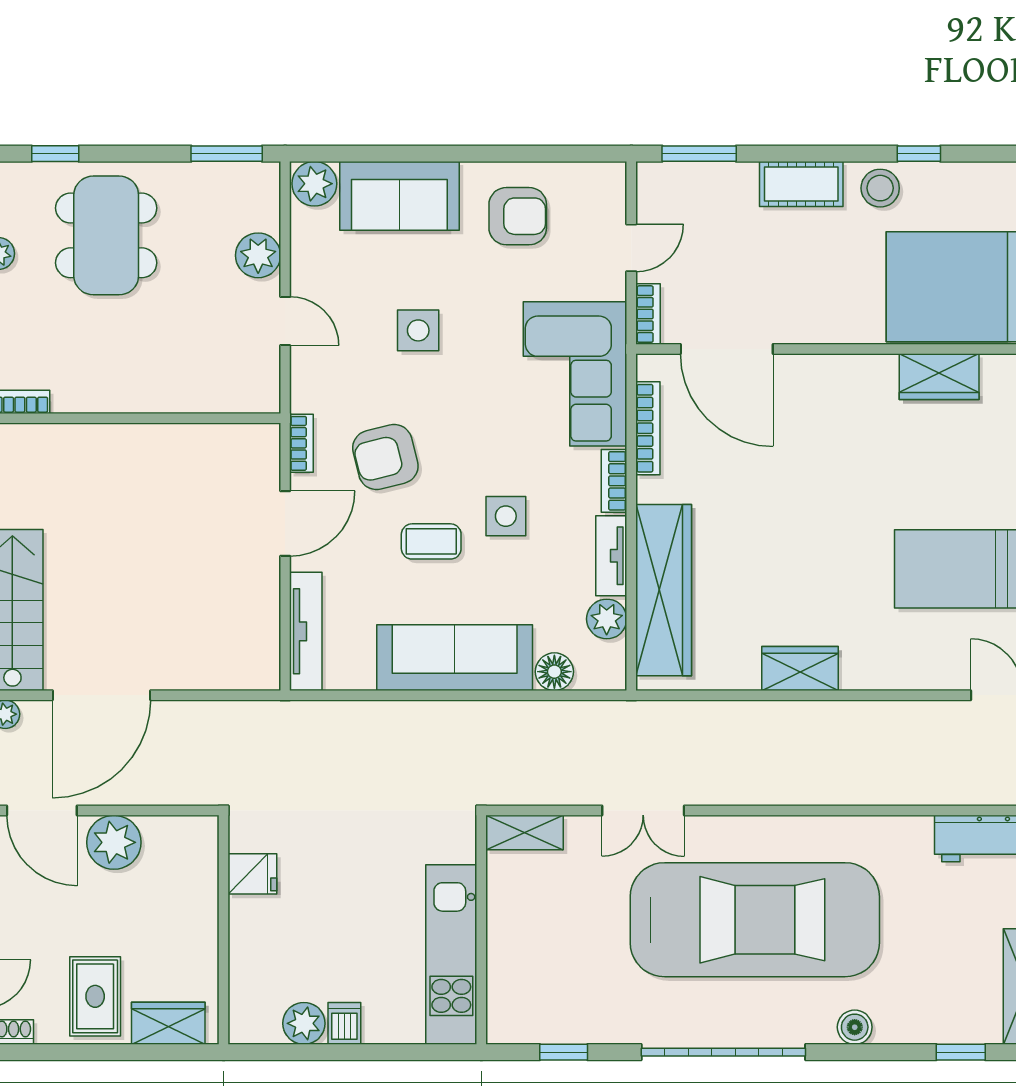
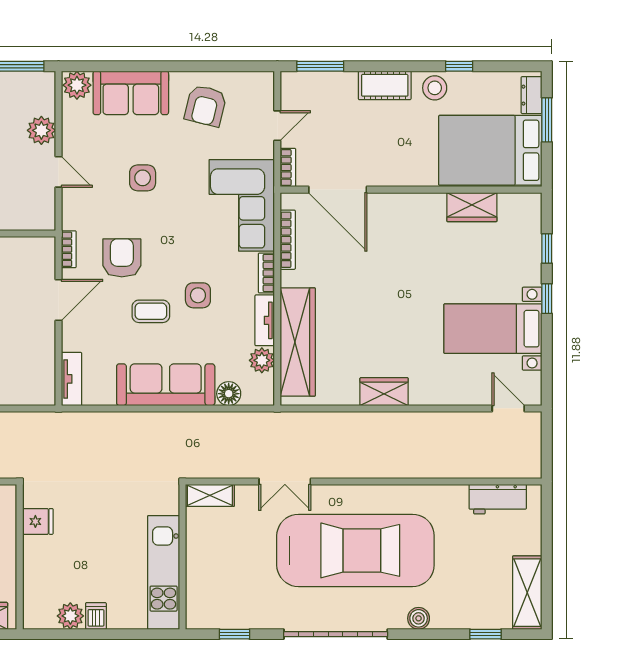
armchair: (518, 216) -> (206, 106), turned 104
armchair: (385, 457) -> (122, 258), turned 104
tv unit: (306, 631) -> (72, 379), width x0.71

